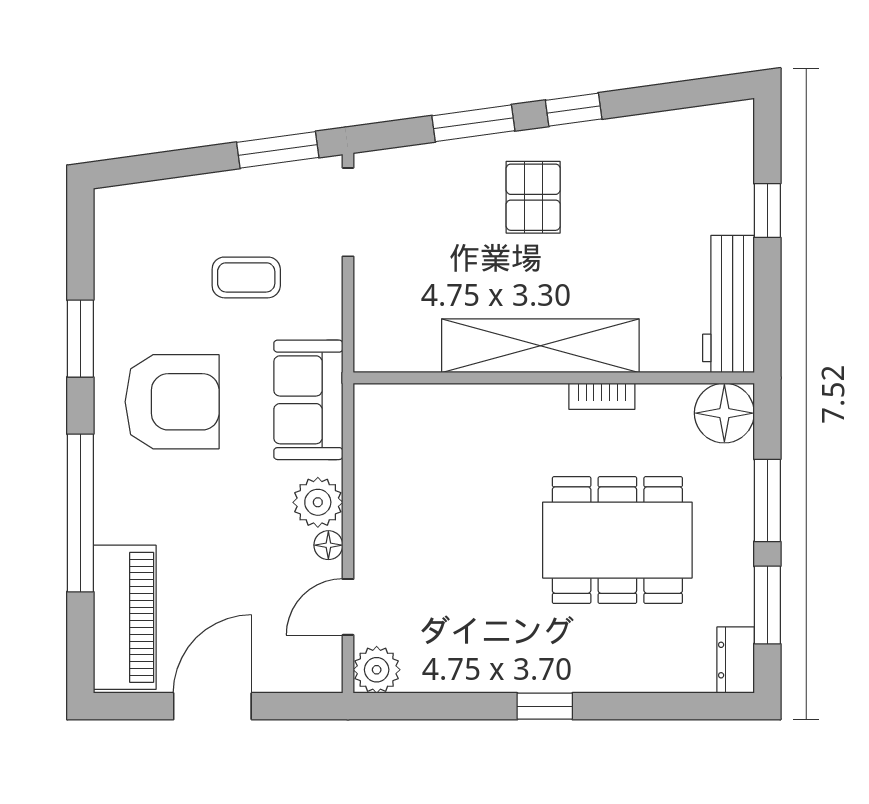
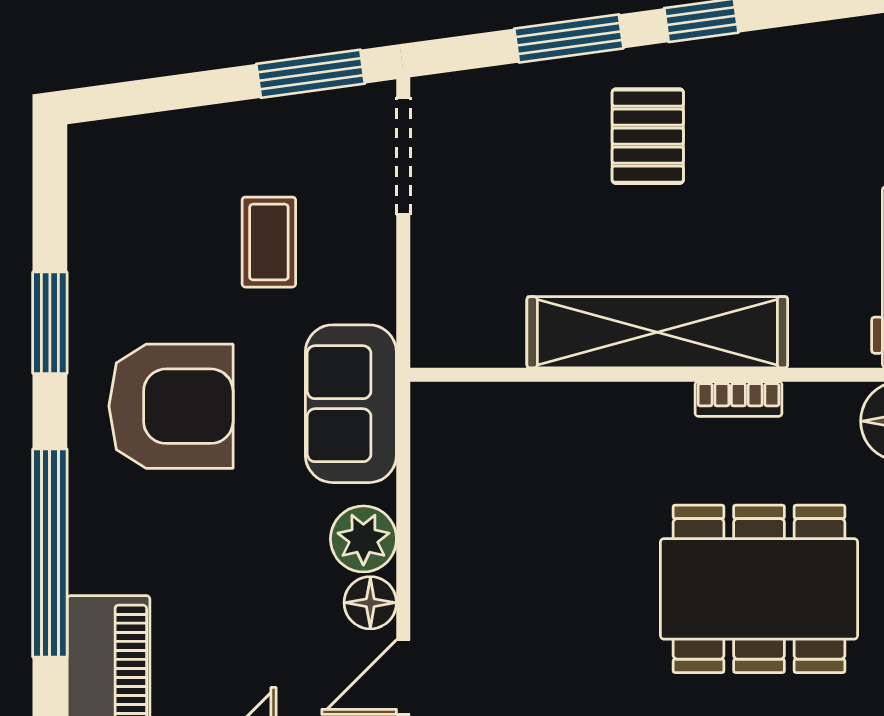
coffee table: (246, 277) -> (269, 242), turned 90
floor lamp: (328, 545) -> (370, 603), width x1.37, depth x1.37

